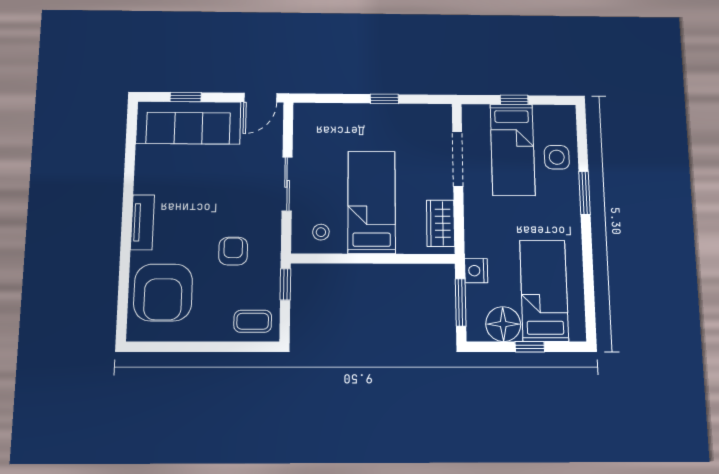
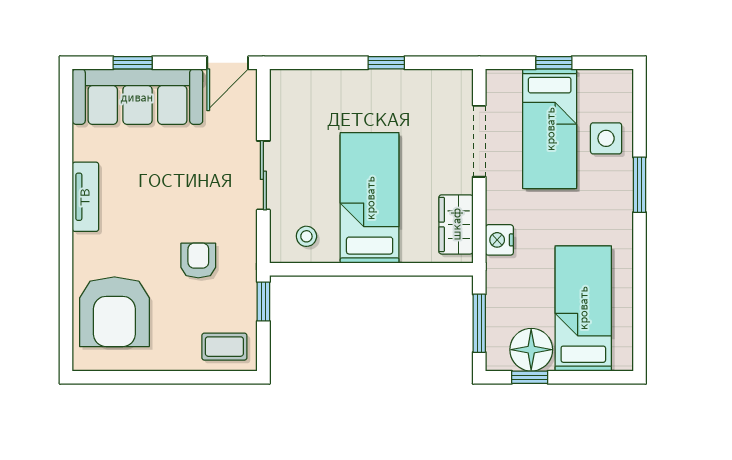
tv unit: (142, 222) -> (85, 197), moved
nightstand: (476, 271) -> (499, 240), moved
window: (530, 347) -> (530, 377), moved

